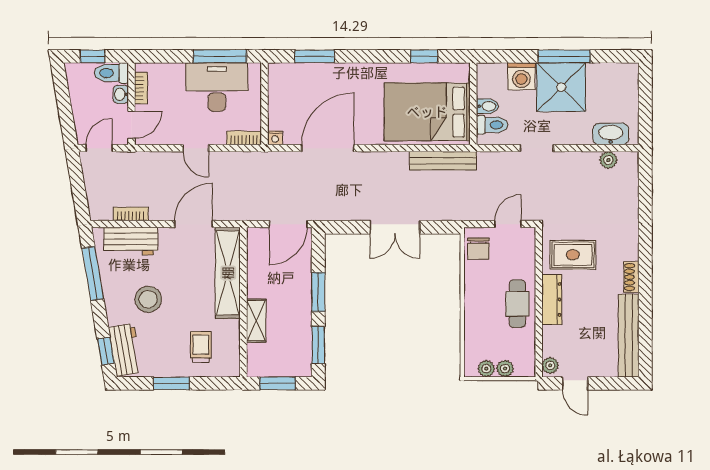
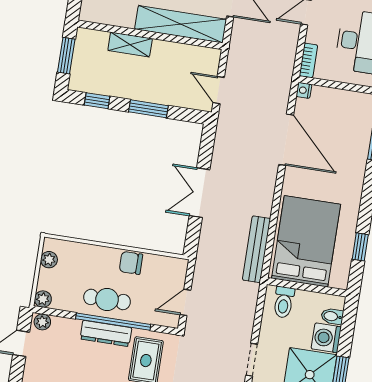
bidet: (487, 106) -> (332, 316), moved, turned 90
doorway: (537, 148) -> (252, 360), moved
door: (288, 224) -> (219, 90), width x0.73
door: (508, 224) -> (185, 302), swing flipped
chair: (478, 249) -> (131, 263), moved
window: (539, 294) -> (113, 322), added
window: (318, 345) -> (97, 101), width x0.67
plant: (505, 368) -> (43, 299), moved

